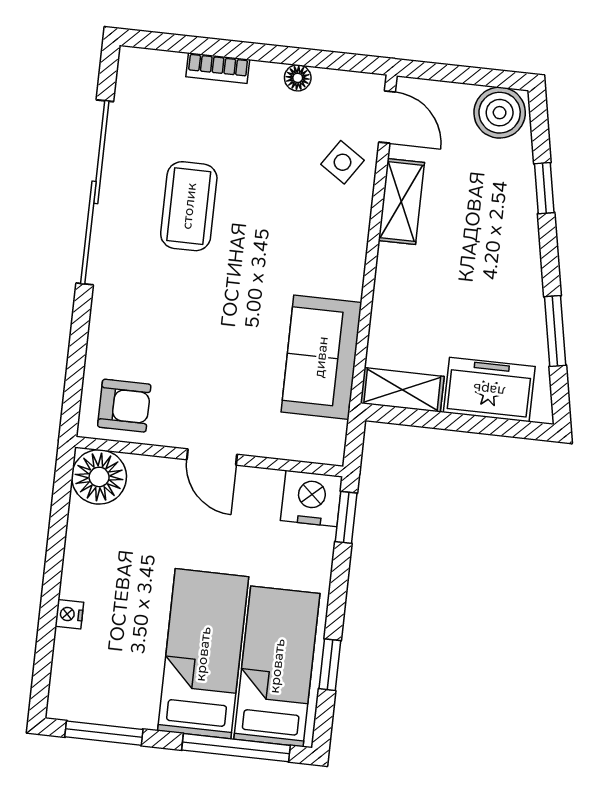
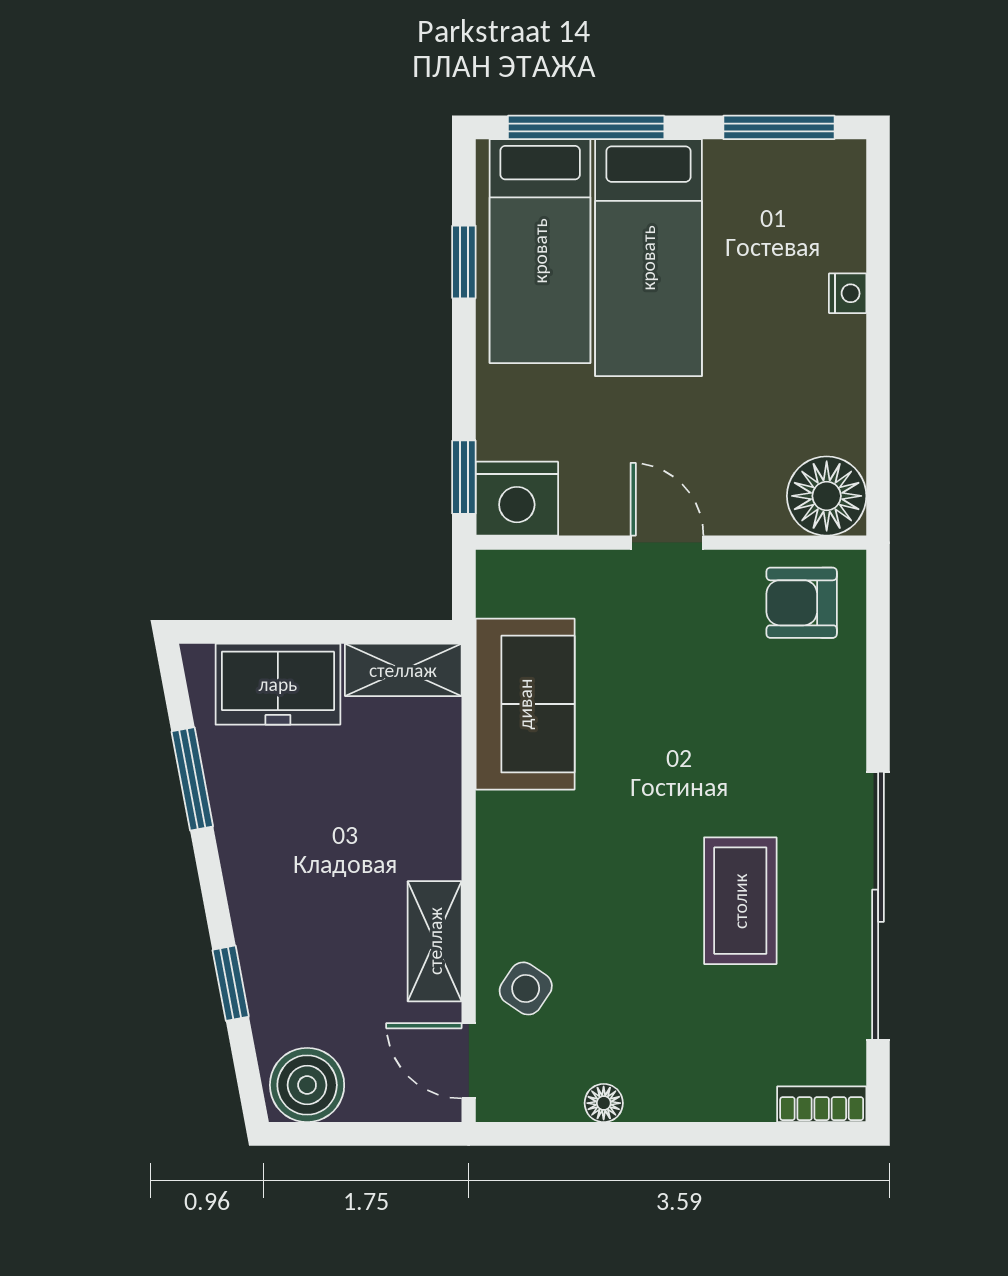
bookcase: (218, 68) -> (822, 1104), moved

